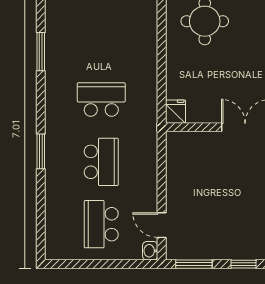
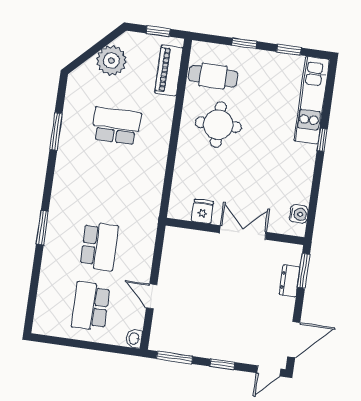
school desk: (101, 100) -> (116, 126), moved
fridge: (176, 112) -> (203, 211), moved
door: (162, 225) -> (152, 296), moved

